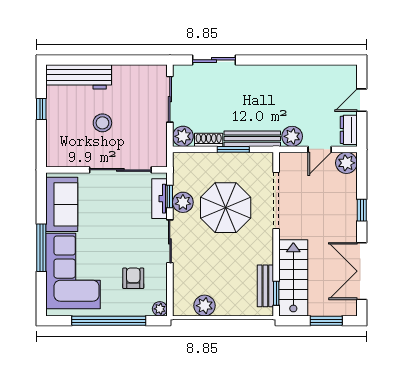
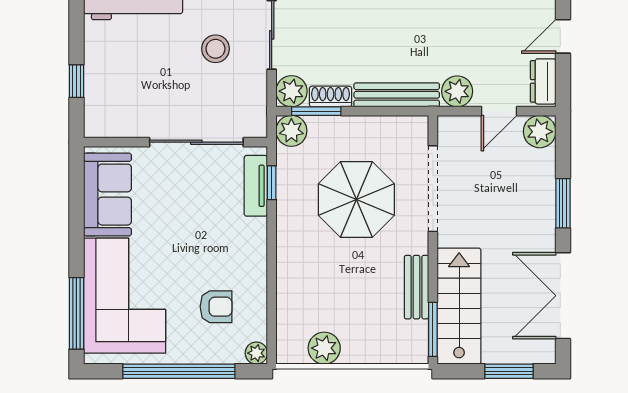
window: (41, 109) -> (76, 81), moved
stool: (102, 123) -> (216, 49), moved
window: (233, 149) -> (316, 111), moved
plant: (183, 202) -> (291, 131), moved
window: (362, 210) -> (563, 203), width x1.50
sliding door: (170, 241) -> (272, 251), removed
window: (41, 248) -> (76, 313), moved
armchair: (133, 278) -> (216, 307), turned 90
bench: (265, 286) -> (416, 287), moved
window: (276, 293) -> (433, 329), width x1.50

